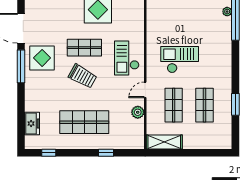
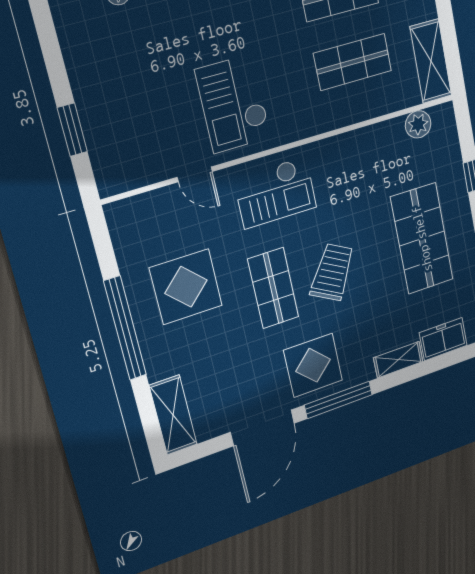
checkout: (180, 60) -> (233, 104), moved
door: (145, 90) -> (195, 174), moved
shelving: (30, 99) -> (398, 360), added
plant: (138, 112) -> (418, 124), moved

